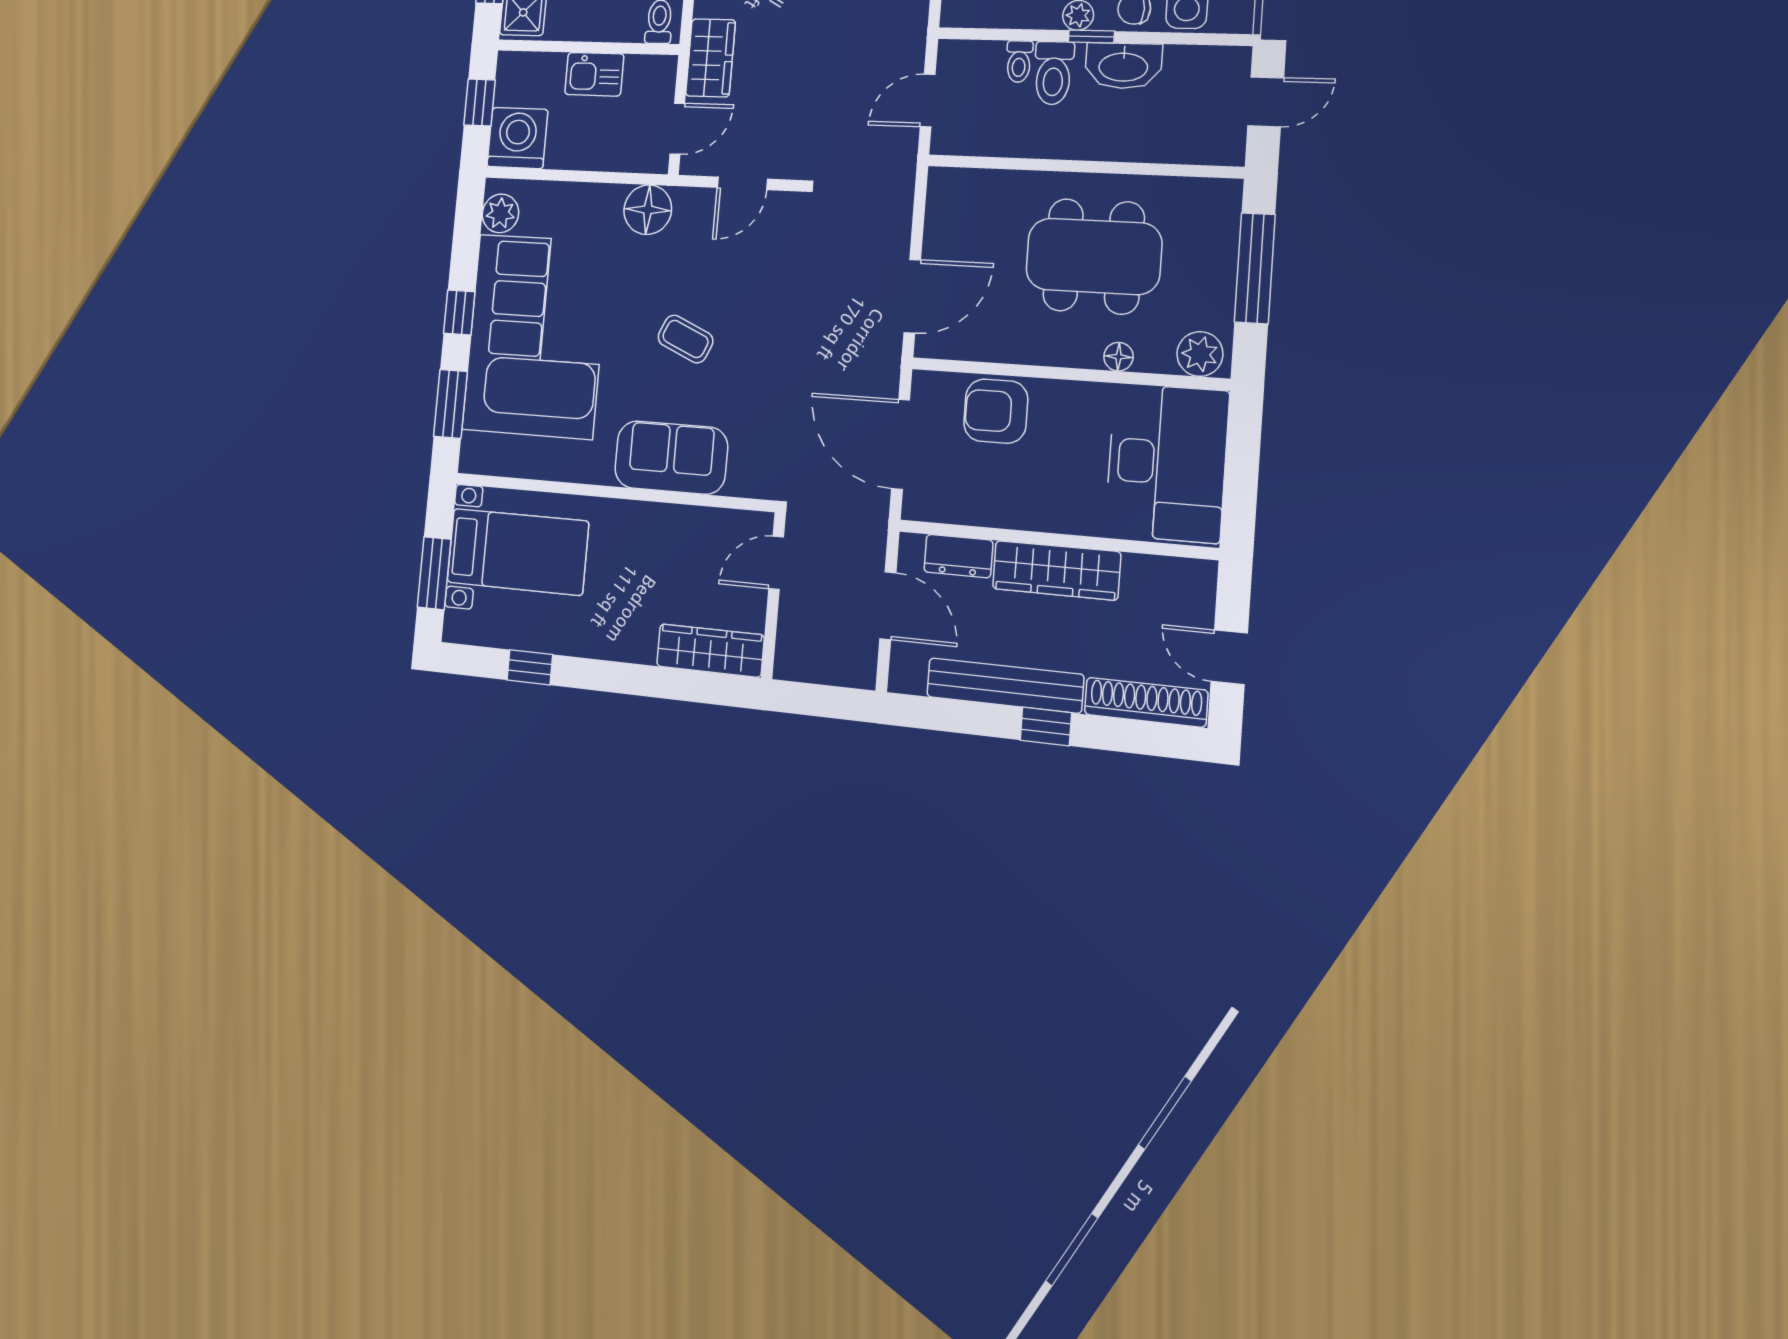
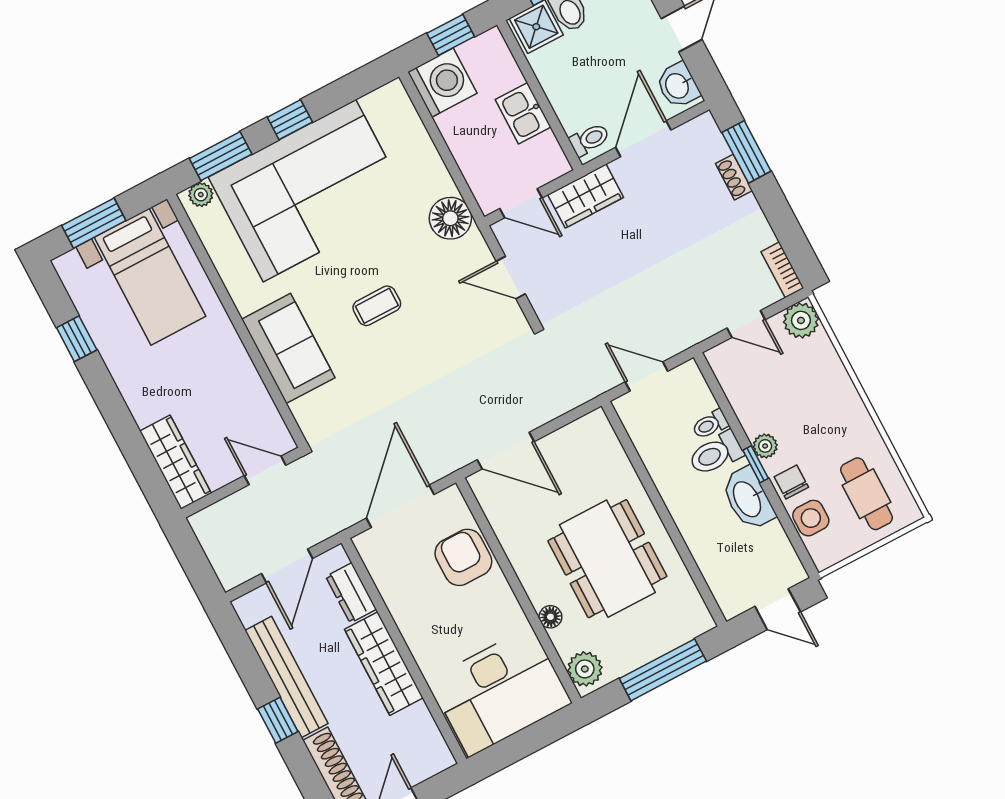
plant: (500, 213) -> (201, 195), moved, width x0.73, depth x0.73
coffee table: (686, 339) -> (377, 306), turned 66

